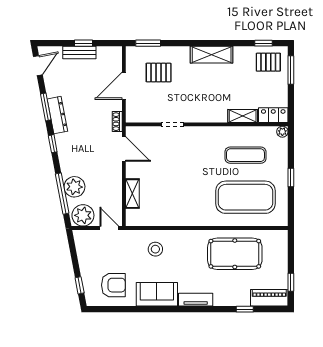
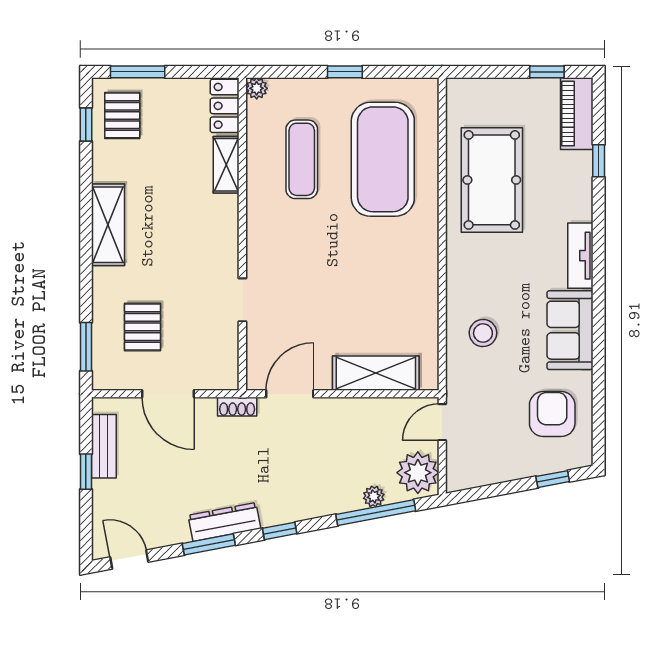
bench: (79, 52) -> (104, 446), moved
plant: (74, 187) -> (374, 496), width x0.53, depth x0.53
shelving: (132, 194) -> (376, 373), width x1.50, depth x1.33

